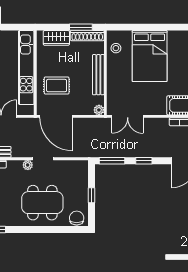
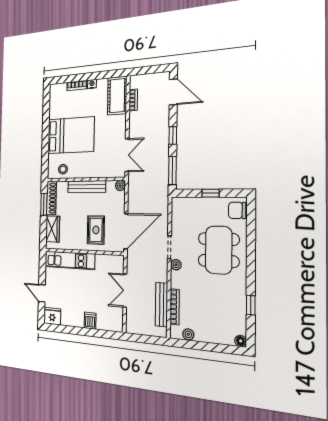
kitchen unit: (26, 68) -> (70, 260), width x0.73

